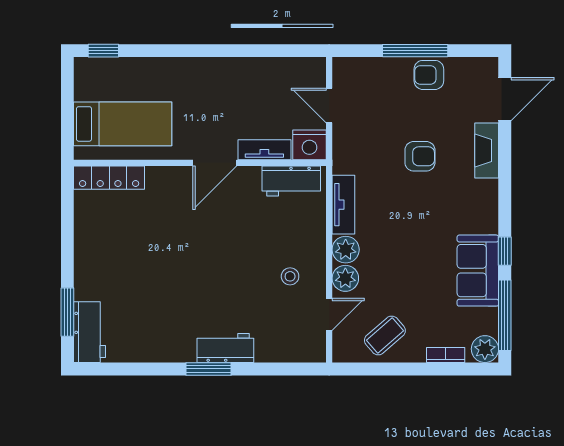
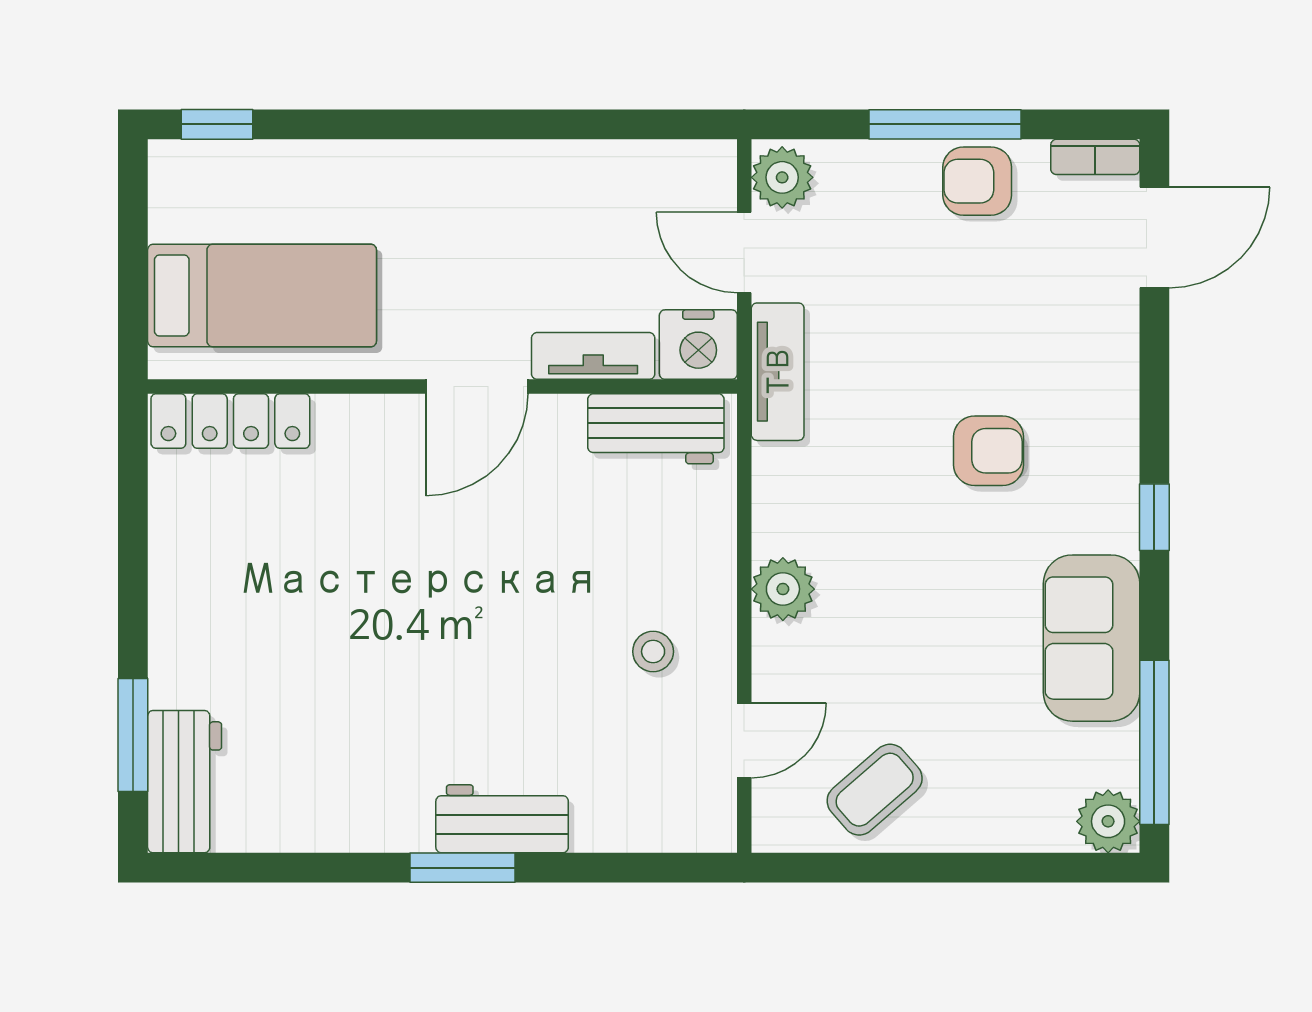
fireplace: (487, 151) -> (1112, 358), removed
armchair: (420, 156) -> (989, 451), moved
tv unit: (343, 205) -> (778, 372), moved
window: (505, 251) -> (1154, 517), moved
plant: (345, 278) -> (782, 177), moved
bookcase: (446, 355) -> (1095, 157), moved, turned 180

